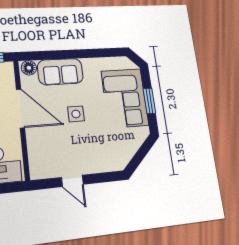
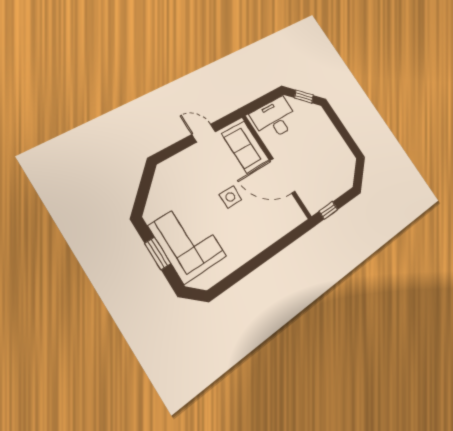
floor lamp: (29, 68) -> (295, 218), removed
sofa: (60, 72) -> (245, 147), moved, turned -90

